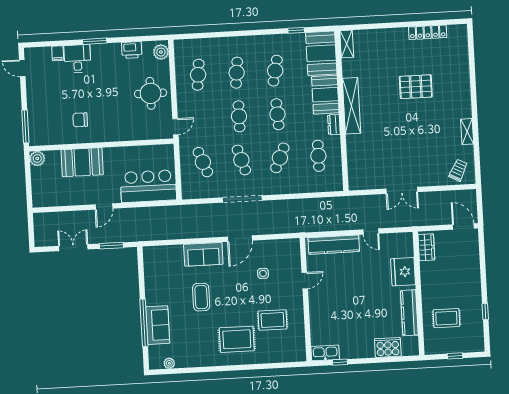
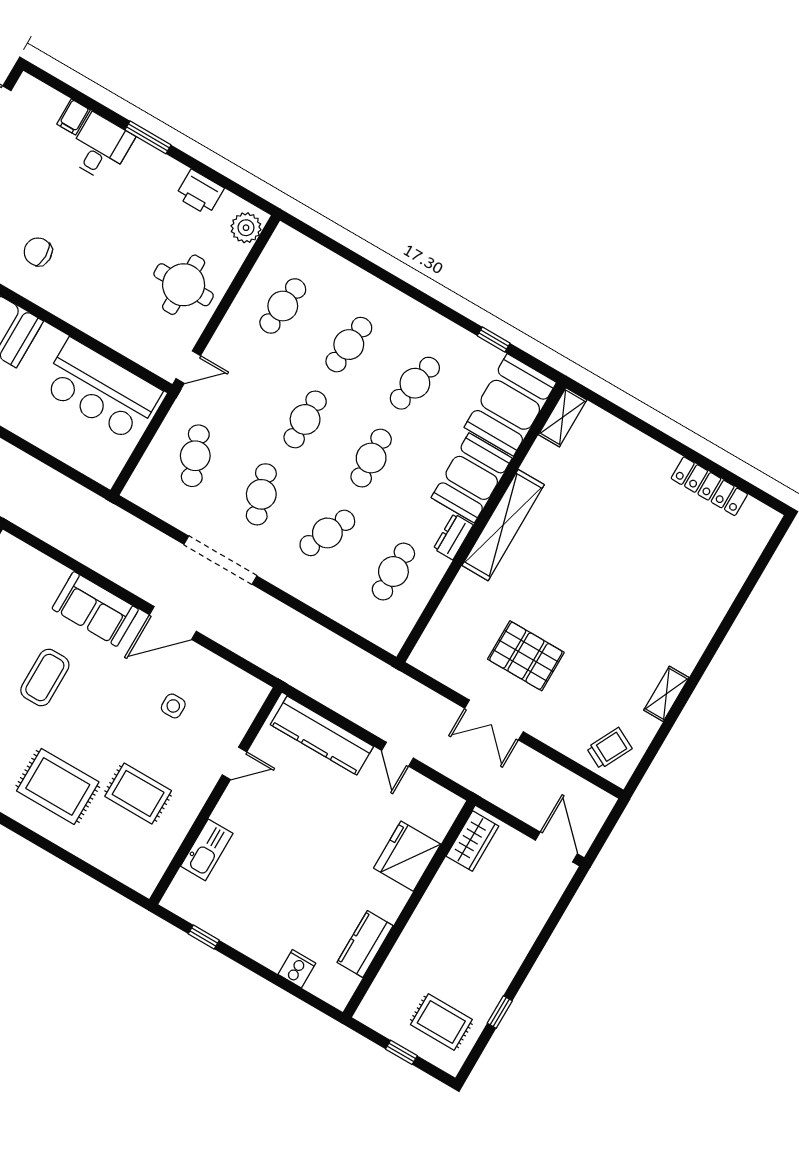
pallet: (416, 87) -> (526, 656), moved
bar counter: (148, 186) -> (101, 390), moved, turned 180
kitchen counter: (409, 313) -> (365, 944), width x0.67
rug: (446, 318) -> (441, 1022), moved
cooker: (388, 347) -> (297, 969), width x0.53, depth x0.76
kitchen sink: (325, 353) -> (207, 850), moved, turned 90

